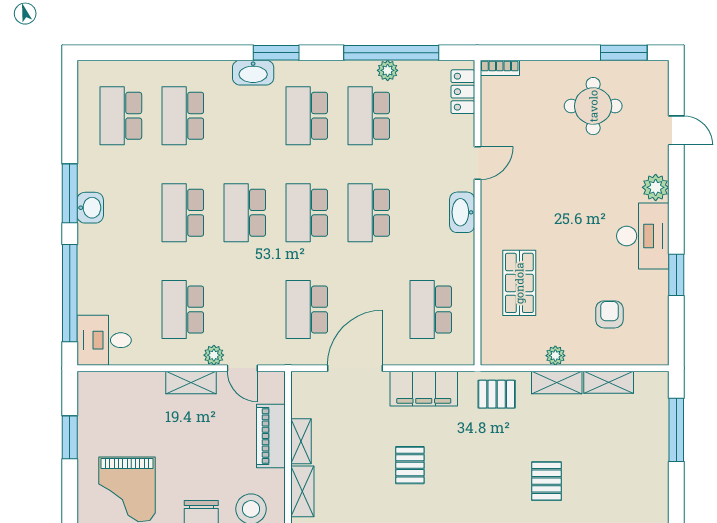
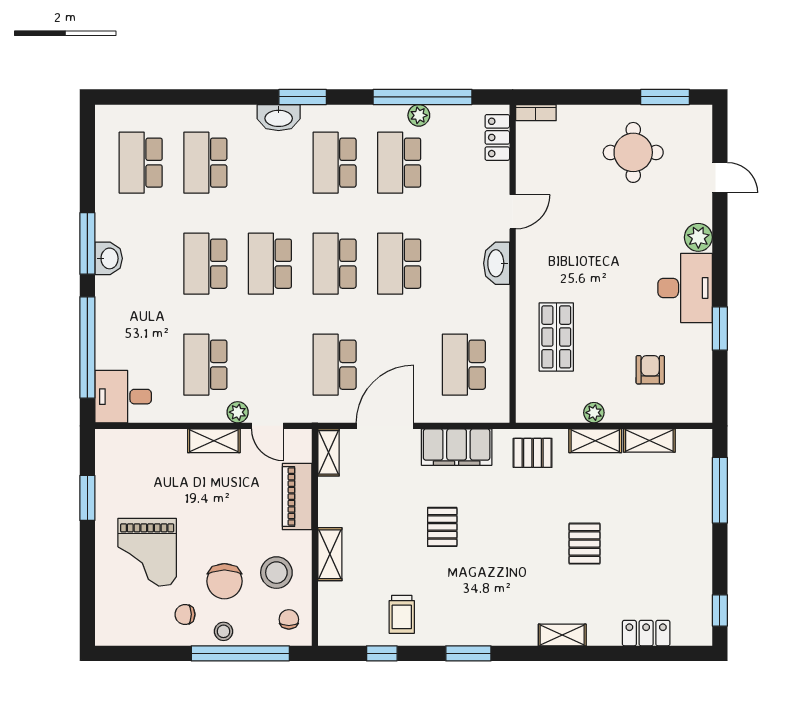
shelving: (301, 441) -> (329, 452), moved

